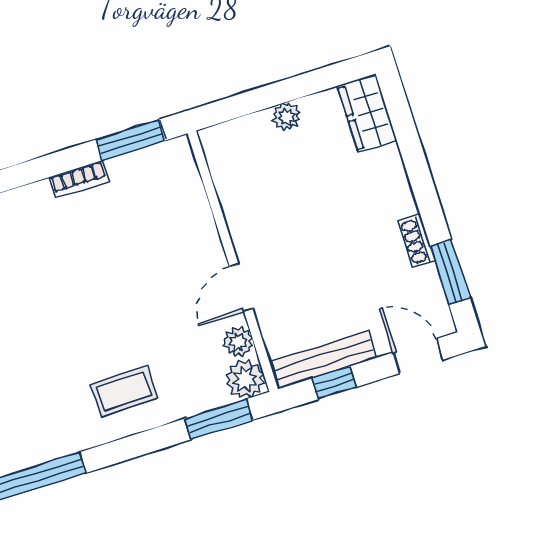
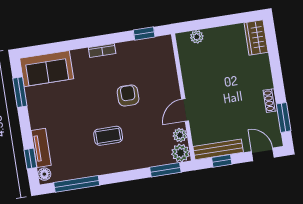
plant: (286, 116) -> (197, 37), moved
window: (131, 140) -> (144, 33), width x0.67
bookcase: (79, 179) -> (102, 50), moved
armchair: (117, 275) -> (128, 96), added
coffee table: (124, 391) -> (108, 136), moved

